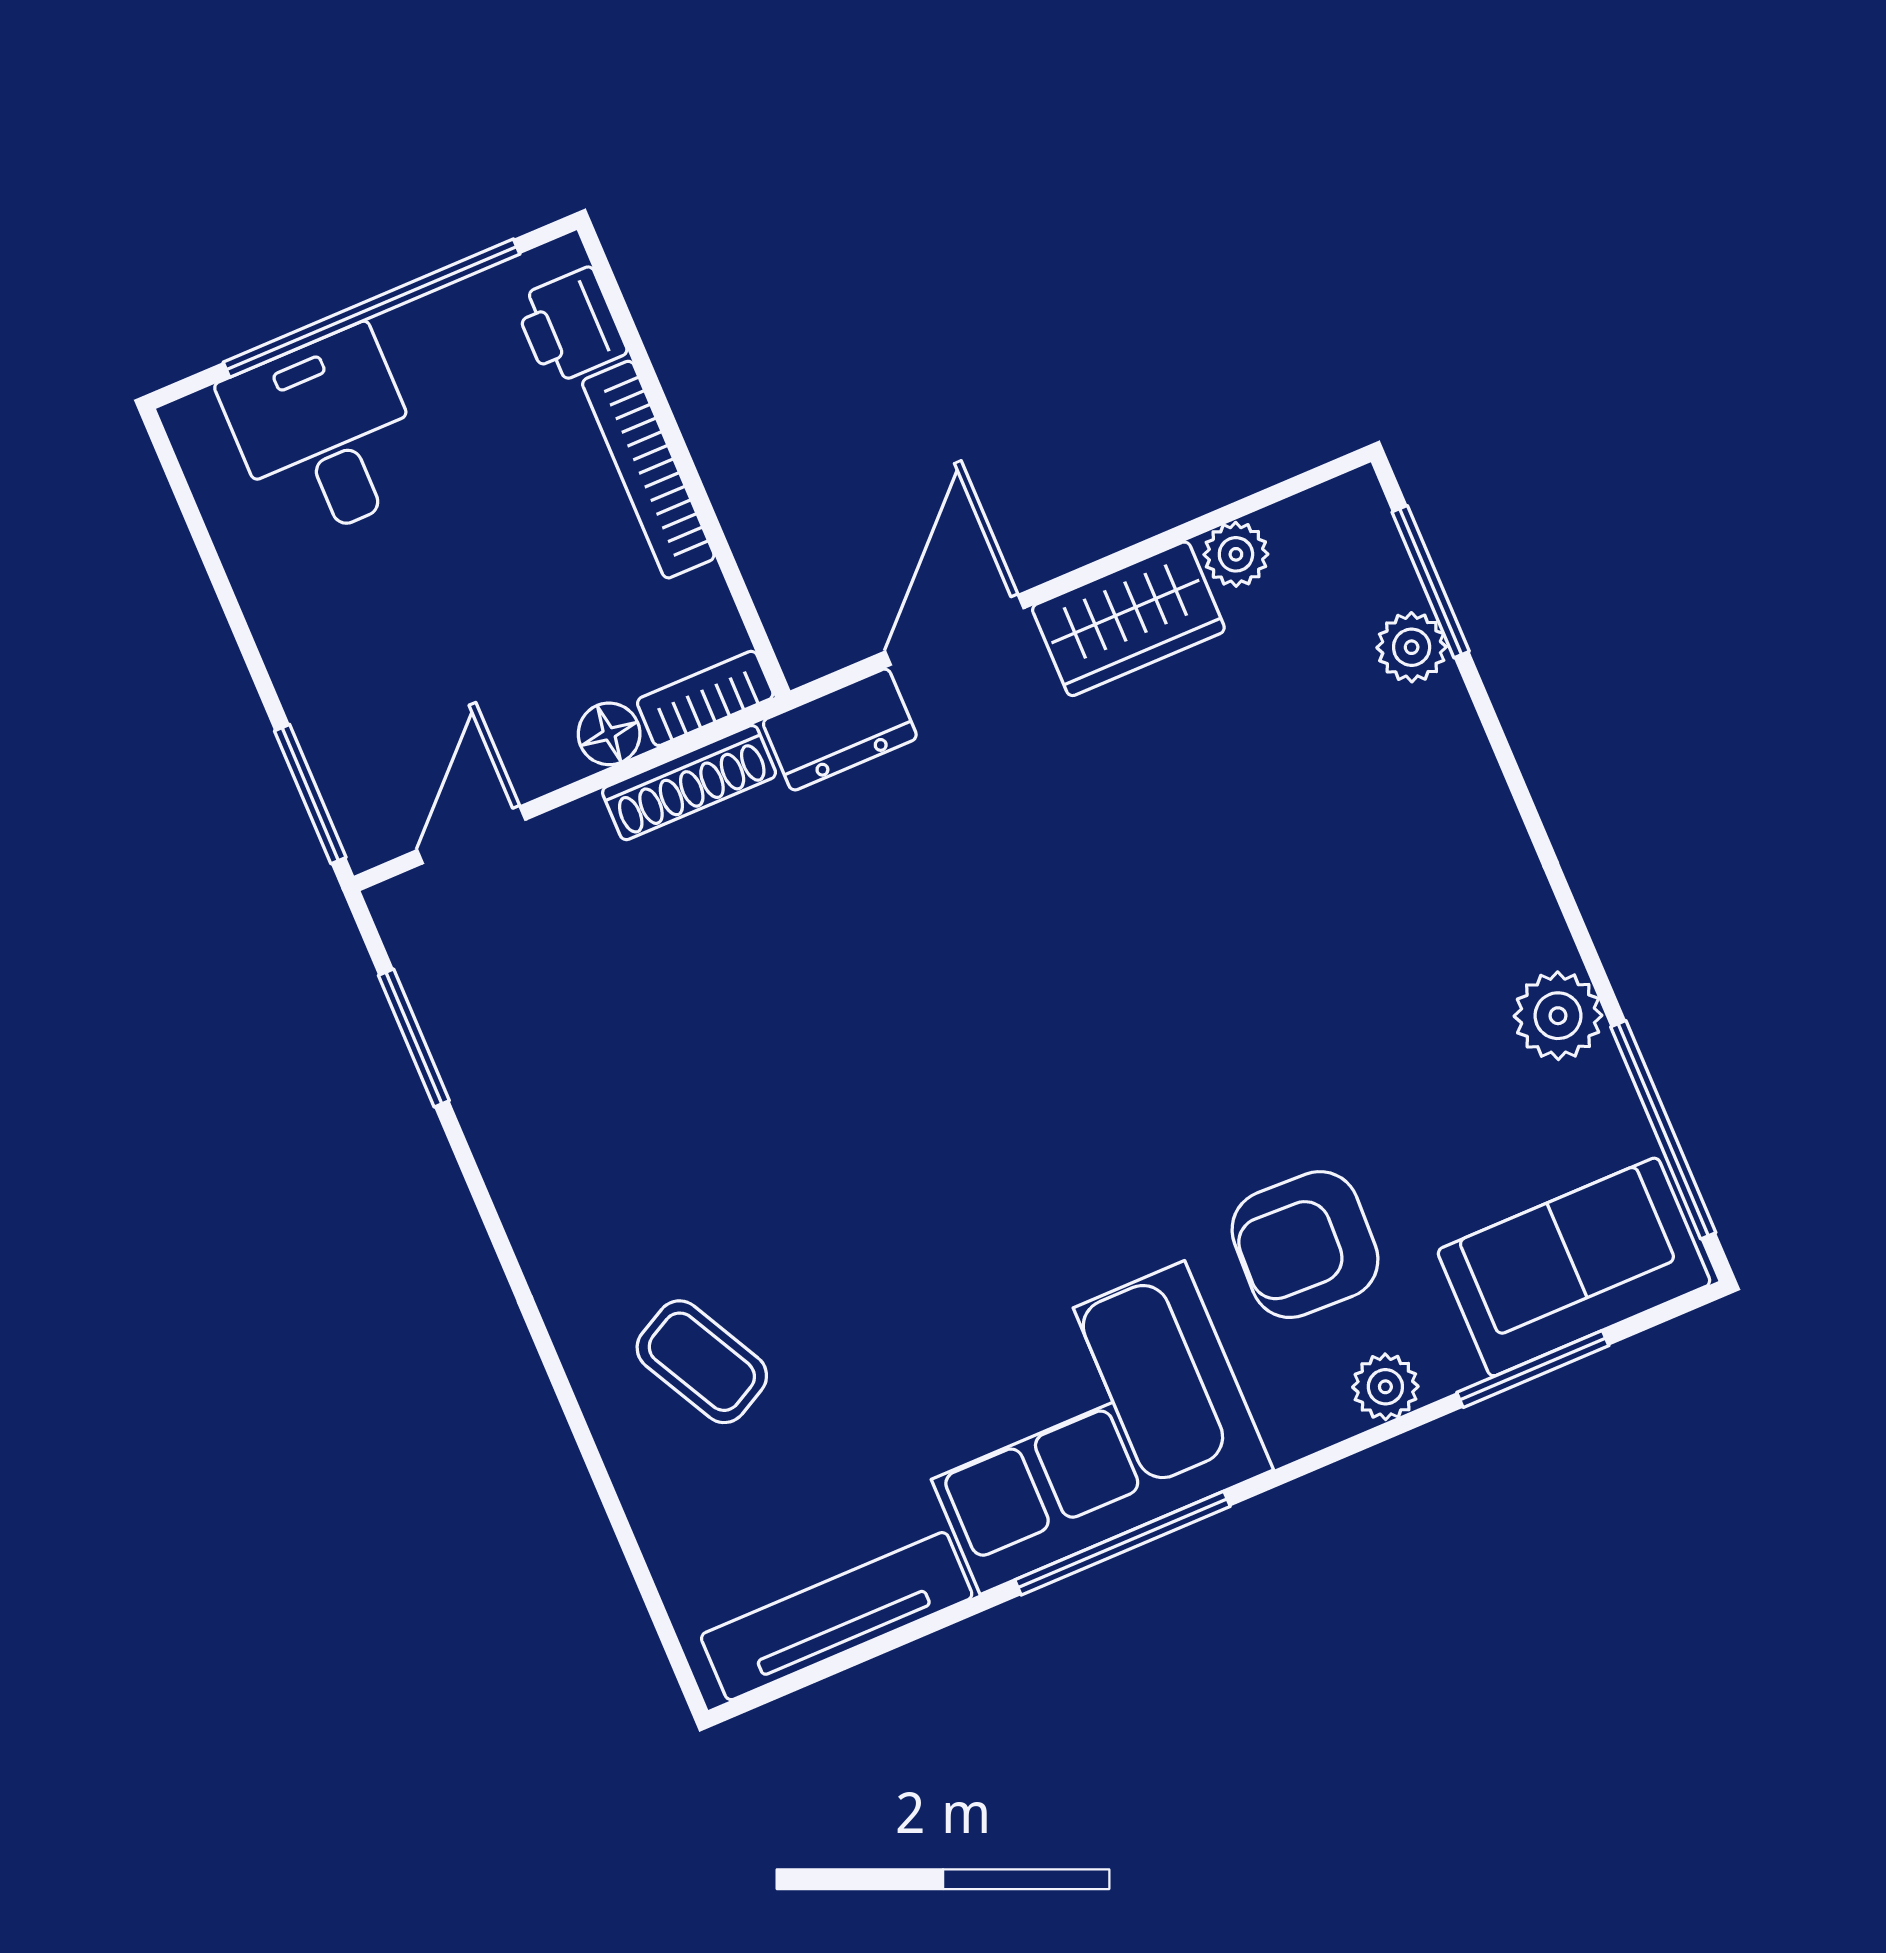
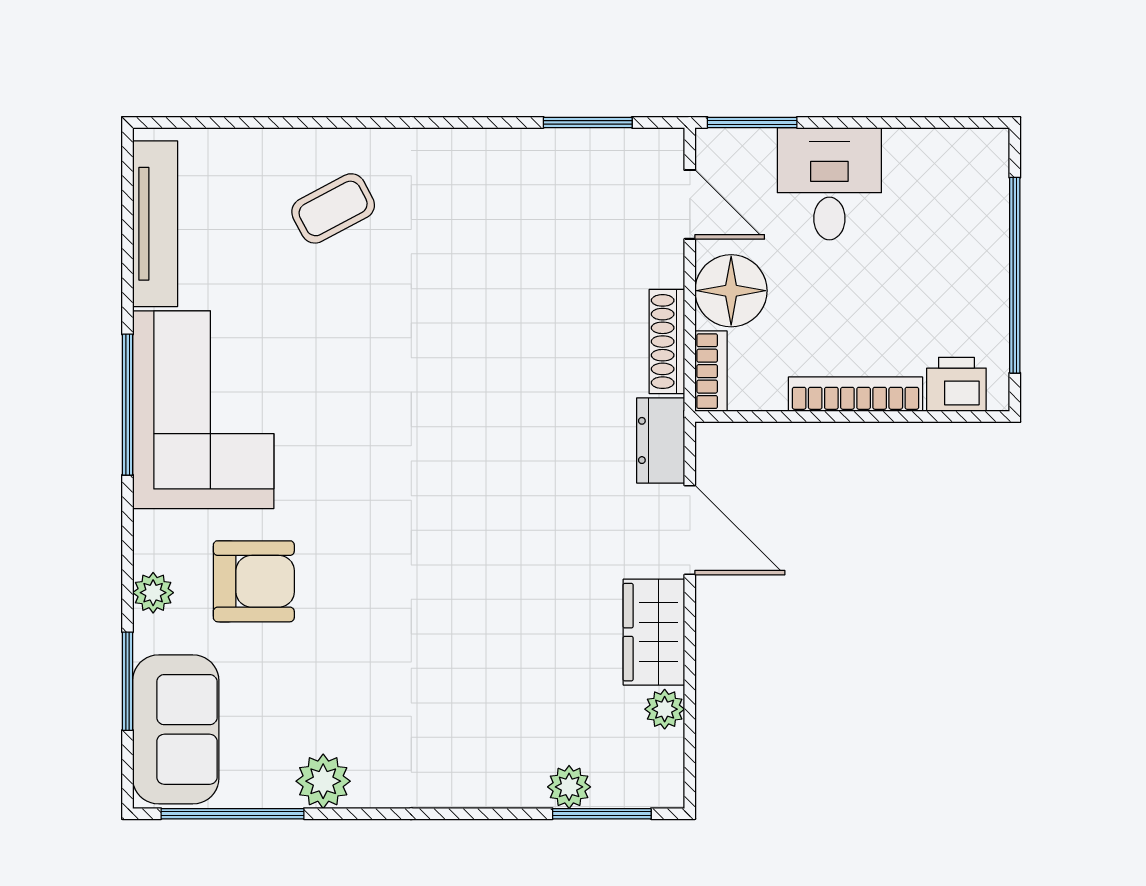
desk: (325, 435) -> (829, 184), moved, turned -90
floor lamp: (609, 734) -> (731, 291), width x1.89, depth x1.89
armchair: (1305, 1245) -> (254, 581), turned 88

